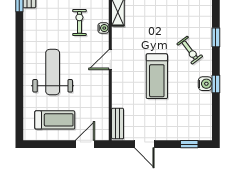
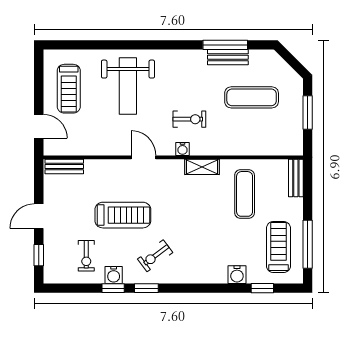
window: (216, 37) -> (146, 288), moved
weight bench: (53, 72) -> (128, 86), turned 90
treadmill: (157, 76) -> (123, 215), turned 180
exercise bike: (190, 106) -> (86, 256), added
door: (144, 144) -> (39, 216), moved

